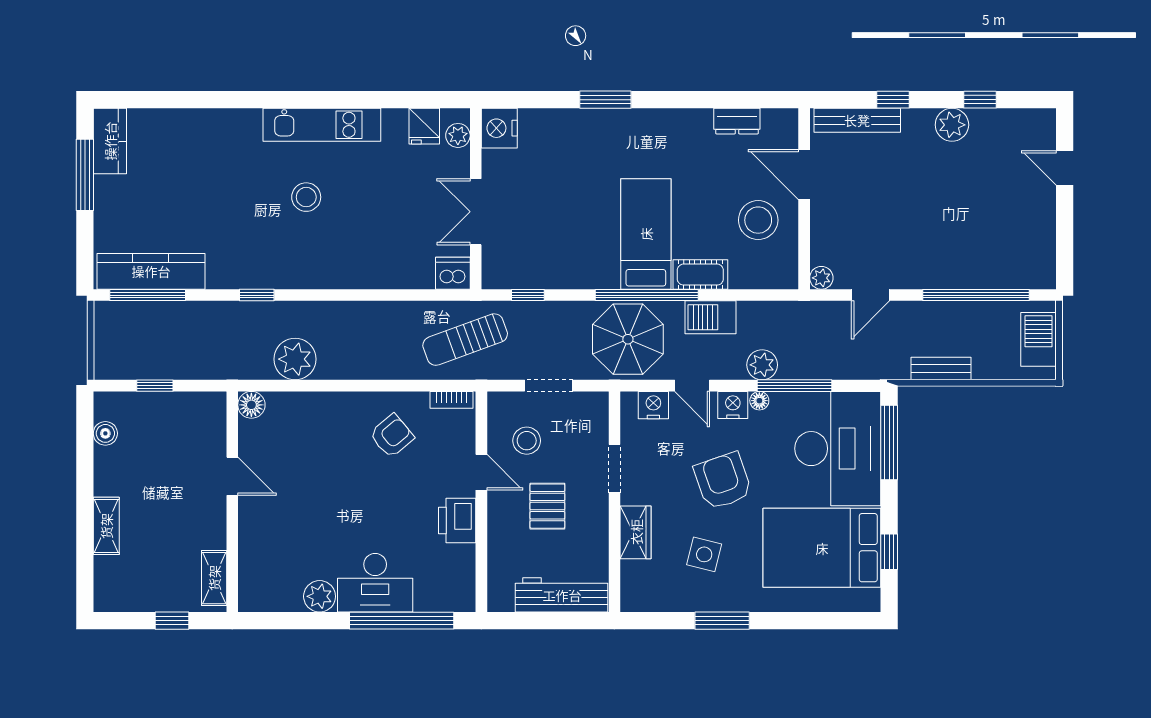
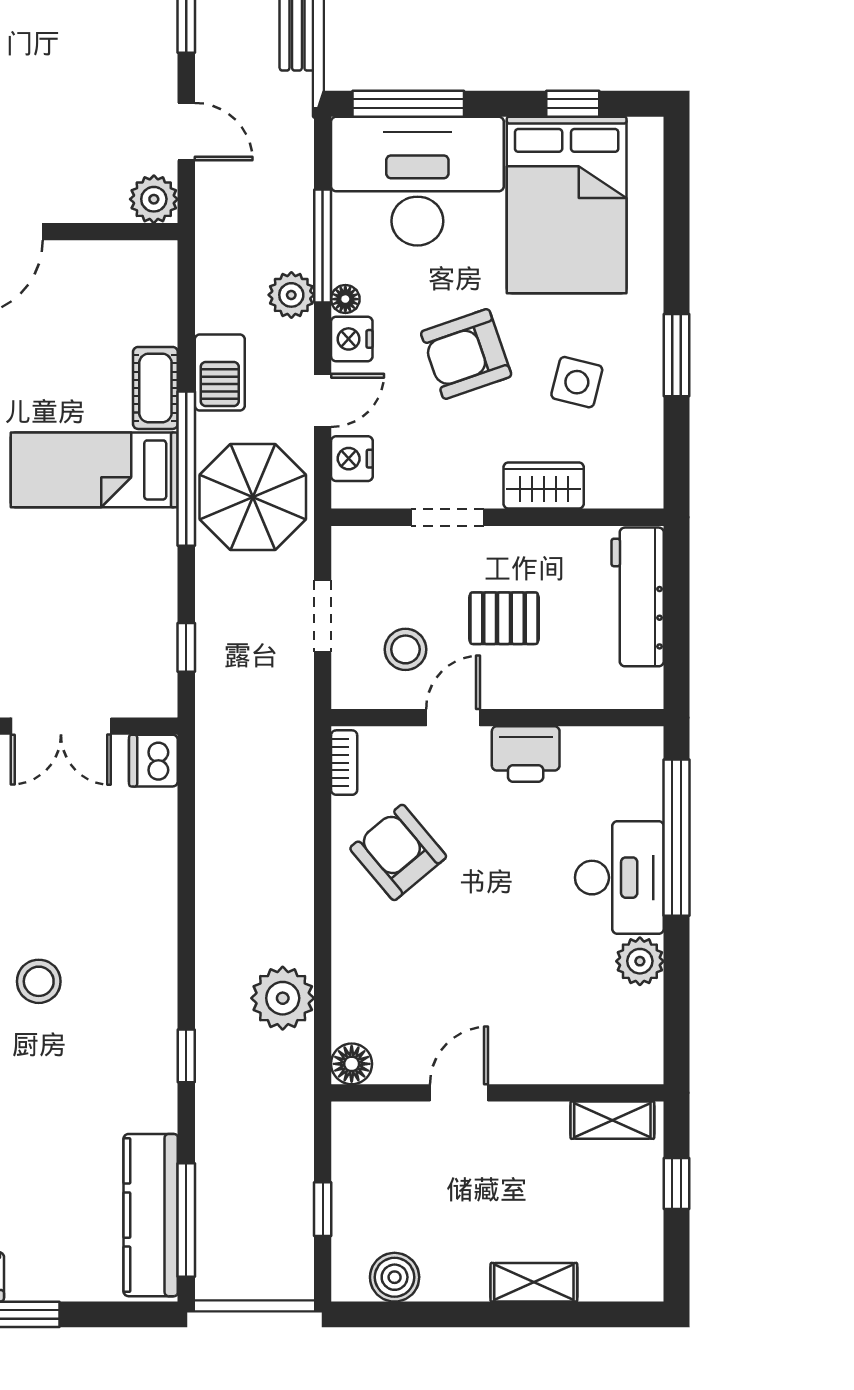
stool: (758, 220) -> (73, 301), removed
plant: (821, 278) -> (154, 199), width x1.38, depth x1.38
sun lounger: (465, 340) -> (253, 742), removed
boiler: (105, 433) -> (395, 1277), width x1.36, depth x1.36
armchair: (392, 436) -> (398, 852), width x1.38, depth x1.38

